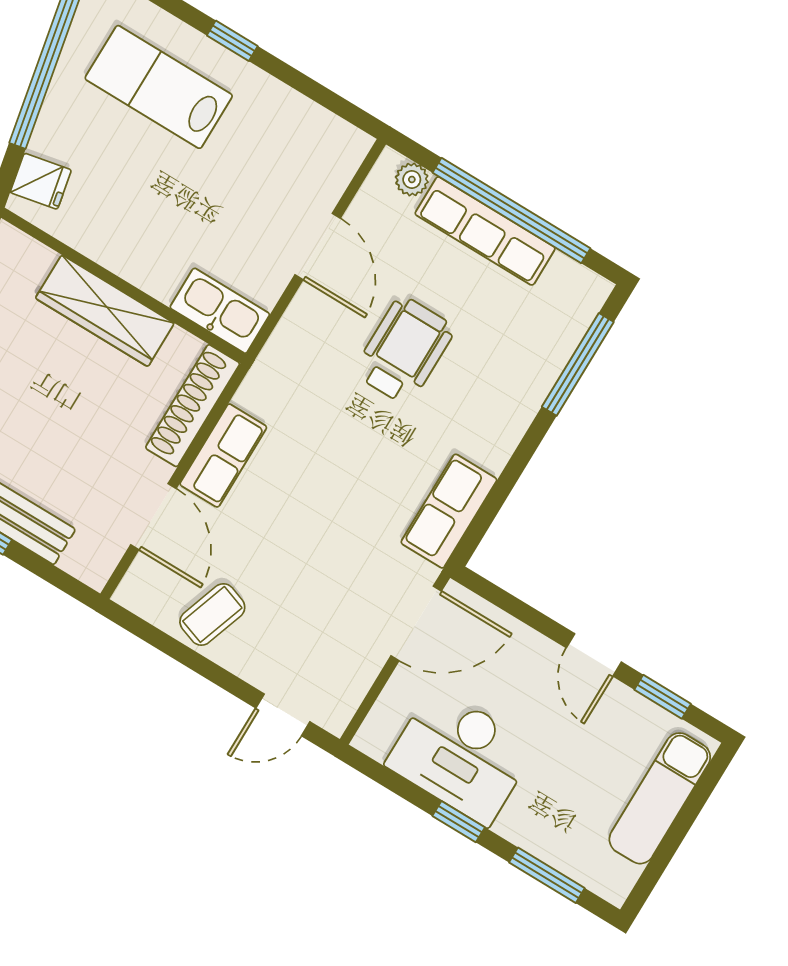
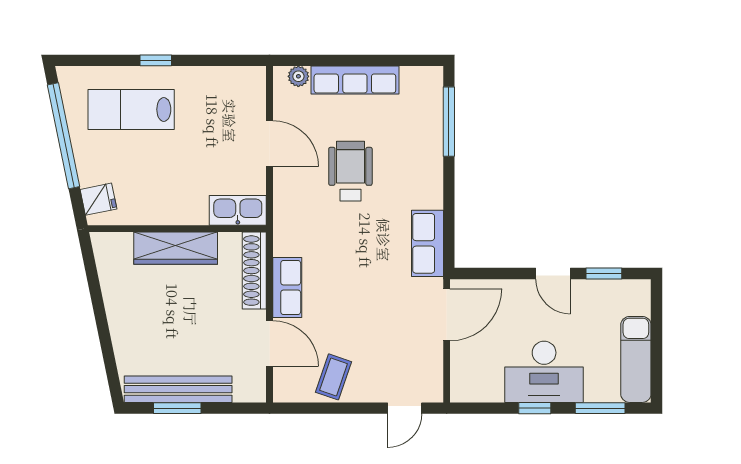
window: (511, 210) -> (362, 60), removed
desk: (461, 756) -> (544, 372), moved
exam couch: (660, 798) -> (636, 359), moved

